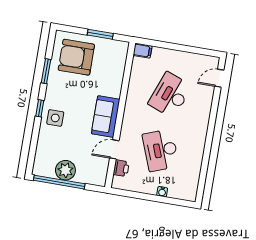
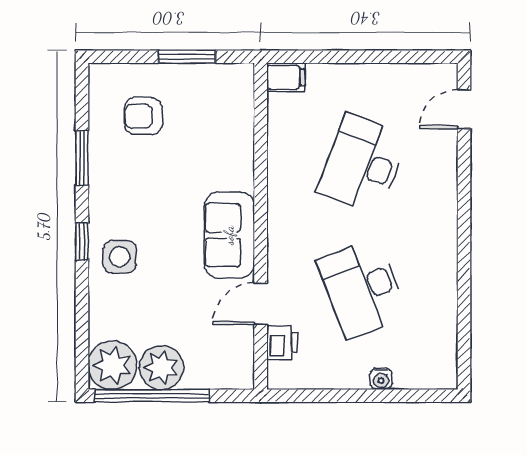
armchair: (76, 57) -> (143, 116), width x0.53, depth x0.53
plant: (44, 166) -> (112, 365), added

